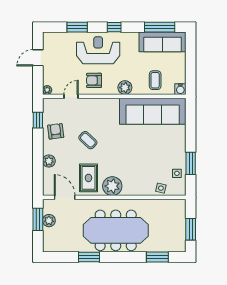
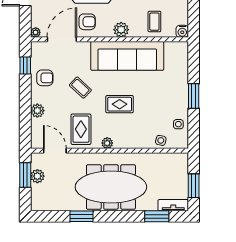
armchair: (94, 80) -> (87, 22), turned 180
door: (71, 96) -> (62, 39), width x1.88
sofa: (153, 111) -> (127, 56), moved
armchair: (56, 131) -> (45, 78), turned 97
rug: (123, 155) -> (120, 104), added
window: (191, 163) -> (194, 96), moved
plant: (112, 186) -> (107, 143), width x0.53, depth x0.53
tv unit: (172, 247) -> (173, 205), added

